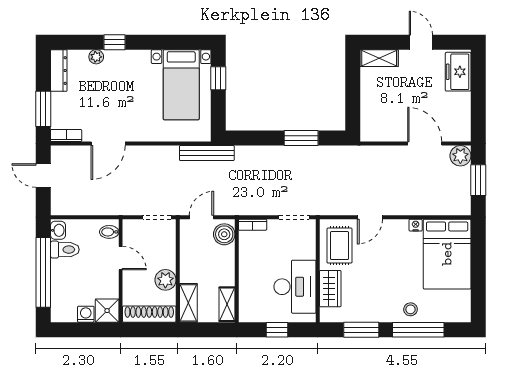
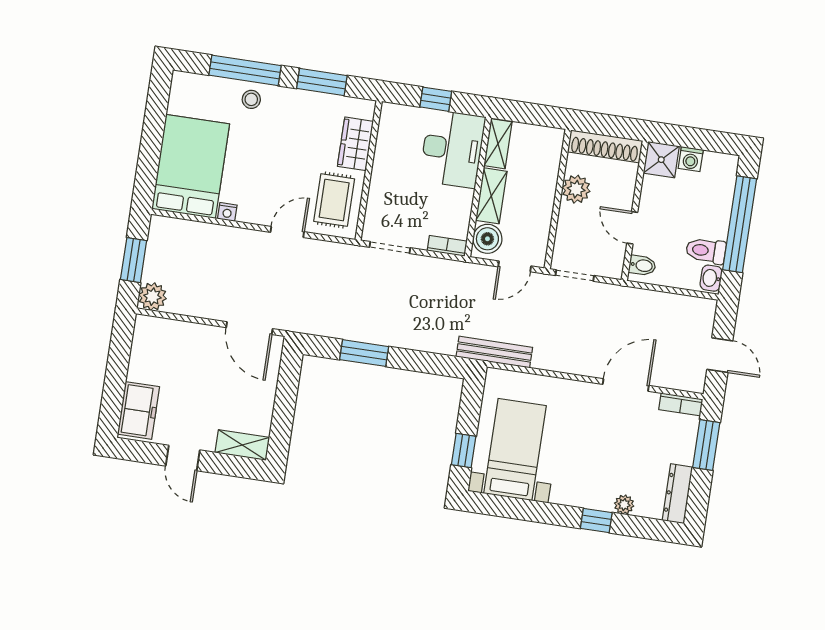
door: (425, 144) -> (249, 328), moved
desk: (295, 287) -> (452, 149), moved, turned 180
shelving: (188, 303) -> (491, 196), moved

